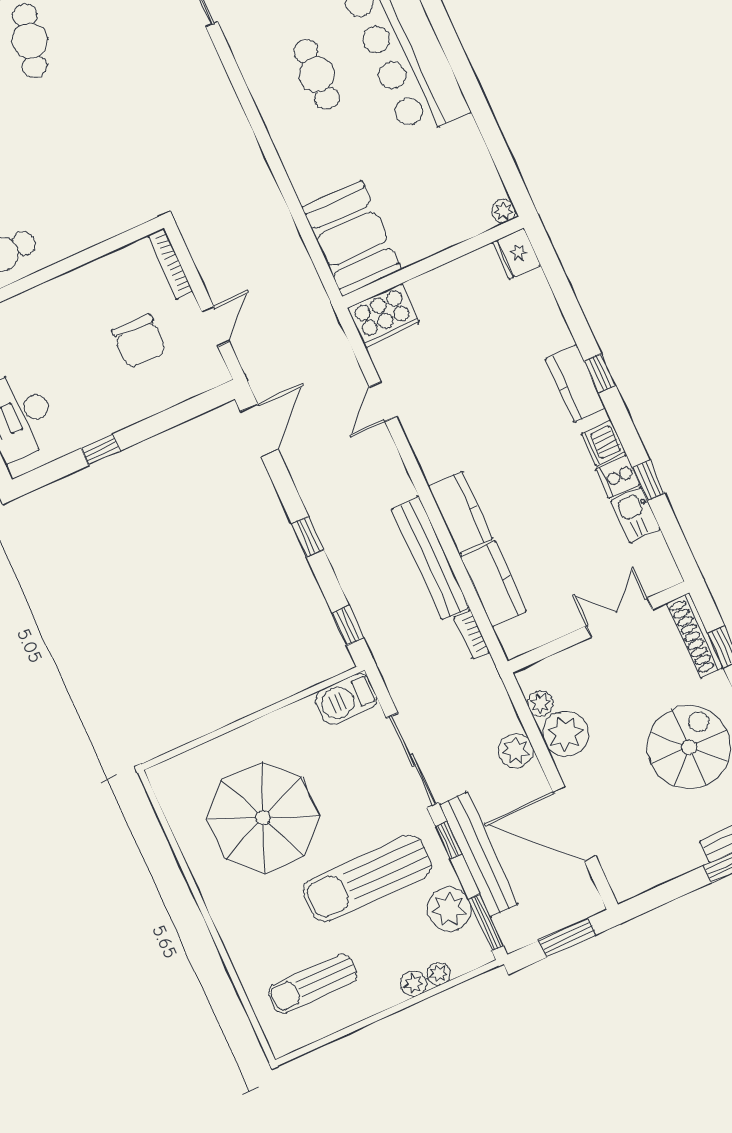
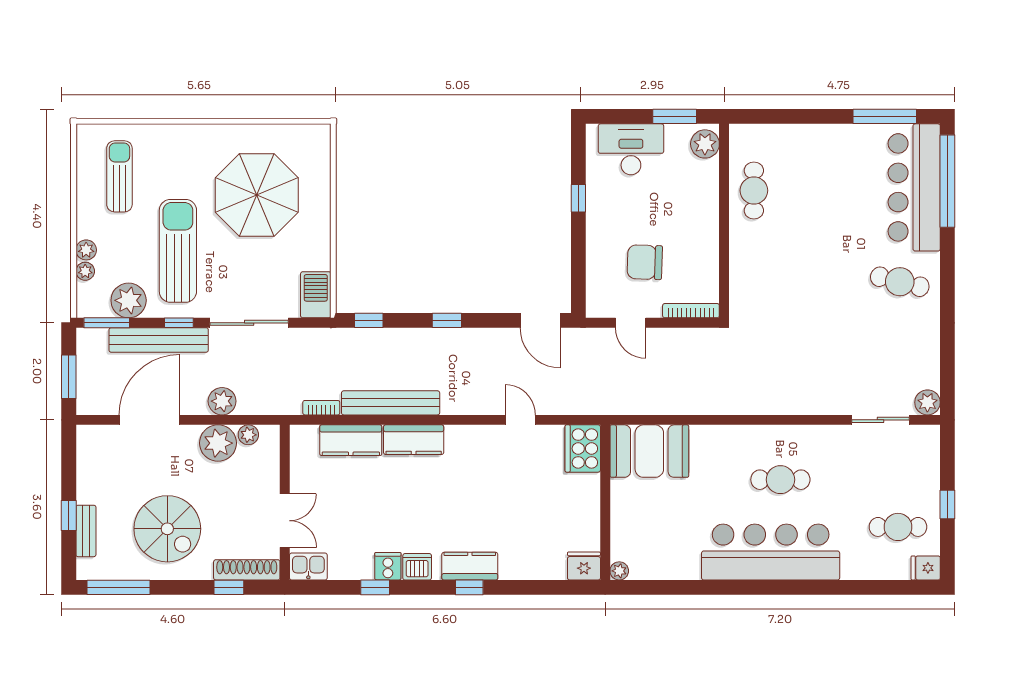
kitchen sink: (636, 515) -> (308, 566), moved

